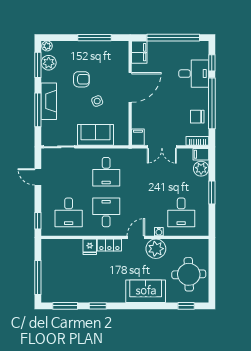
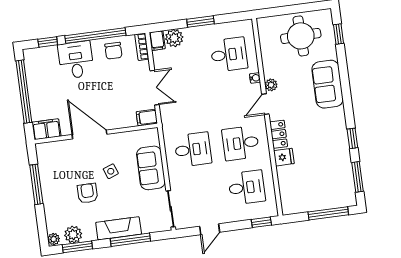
desk: (194, 74) -> (76, 60), moved
door: (136, 237) -> (265, 104), hinge flipped
plant: (156, 249) -> (271, 85), width x0.53, depth x0.53

